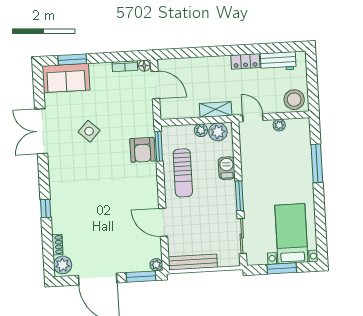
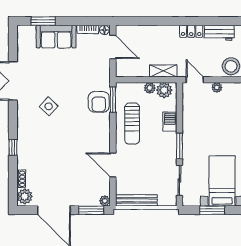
sofa: (66, 78) -> (56, 37), moved
side table: (89, 131) -> (49, 106), moved

